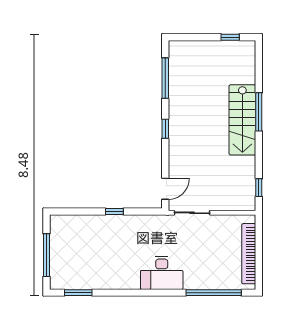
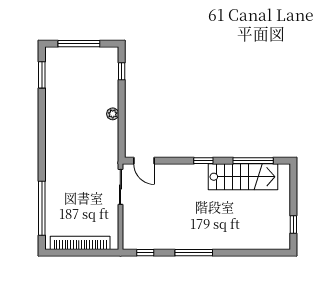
window: (259, 112) -> (194, 253), moved
stairs: (242, 120) -> (243, 177), moved, turned 180
window: (114, 212) -> (122, 71), moved
plant: (118, 221) -> (113, 114), added
desk: (162, 273) -> (61, 157), removed

